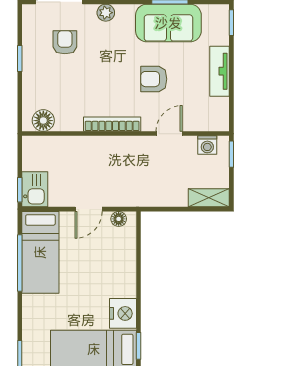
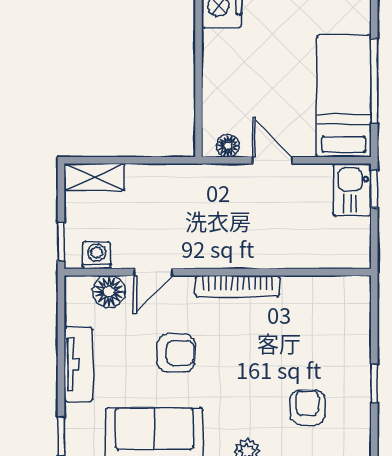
armchair: (65, 42) -> (308, 407), turned 180
floor lamp: (43, 121) -> (109, 292), moved
door: (89, 209) -> (272, 160), hinge flipped

